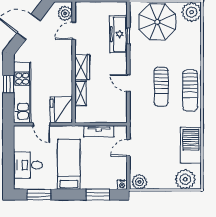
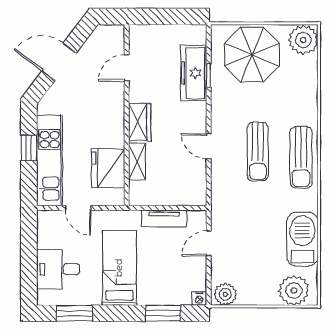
plant: (65, 13) -> (114, 42), removed
fridge: (61, 110) -> (108, 168), moved

